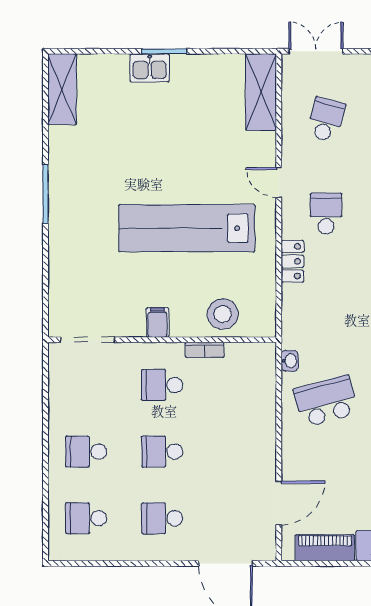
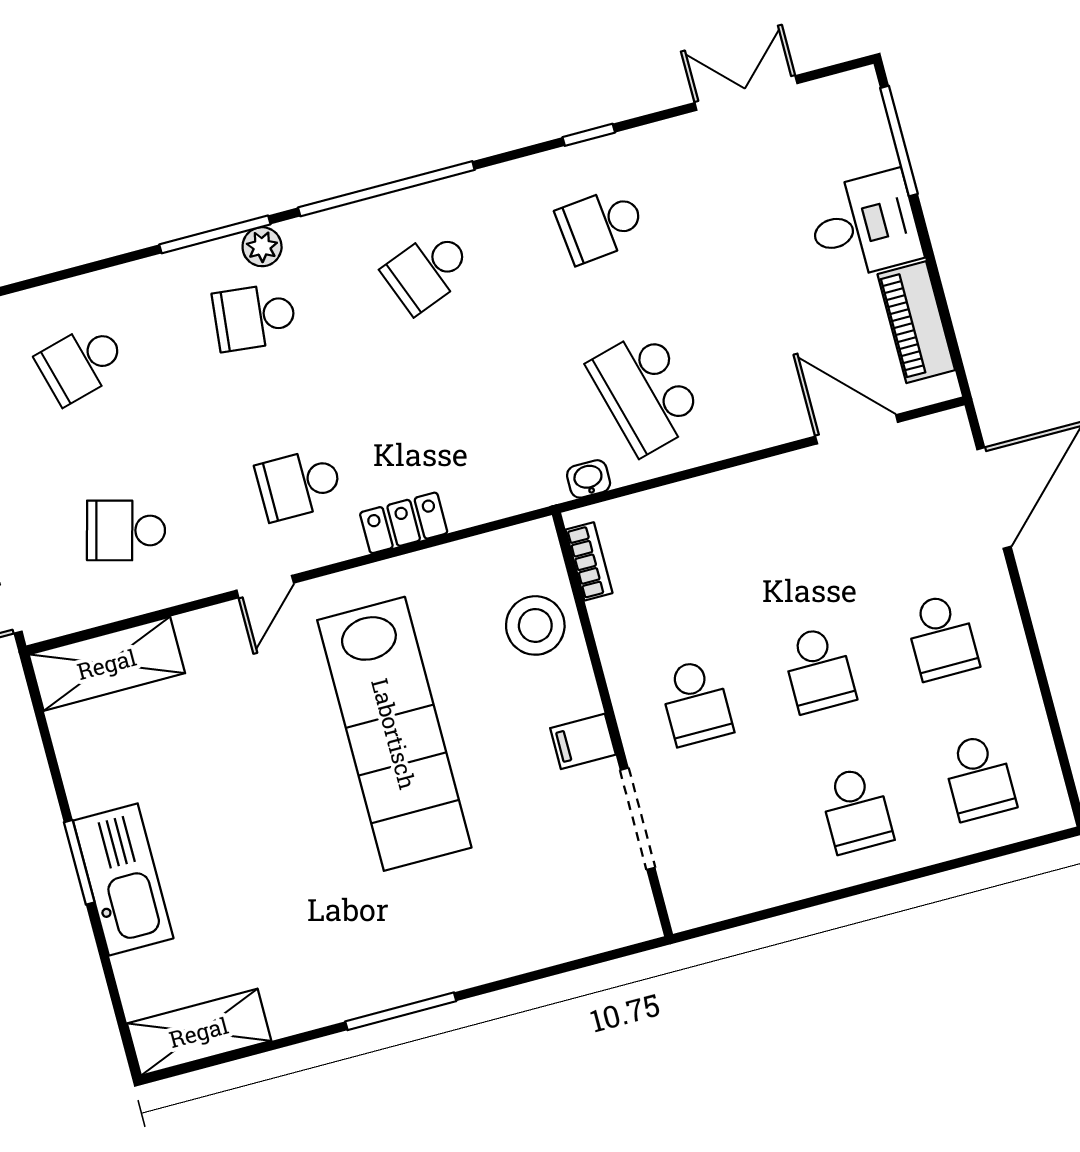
kitchen sink: (150, 68) -> (123, 879), width x1.88, depth x1.24
doorway: (88, 340) -> (638, 819), moved
bookcase: (205, 350) -> (589, 561), moved

